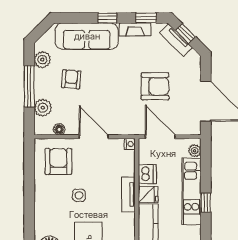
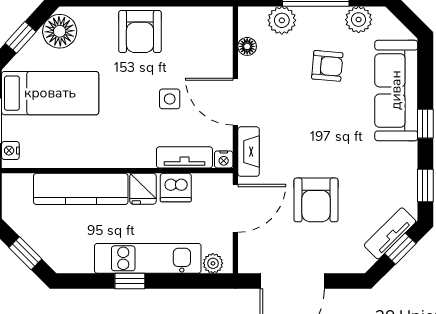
fireplace: (135, 29) -> (249, 152), moved, turned 180
door: (94, 137) -> (235, 102), swing flipped
armchair: (58, 161) -> (140, 32), moved, turned 90
side table: (79, 195) -> (170, 99), moved
tv unit: (128, 195) -> (184, 157), moved

